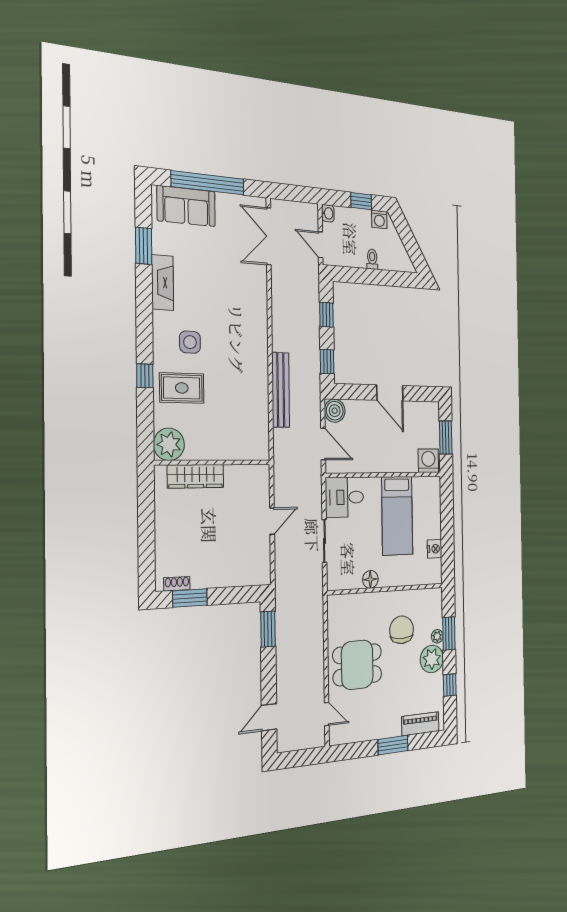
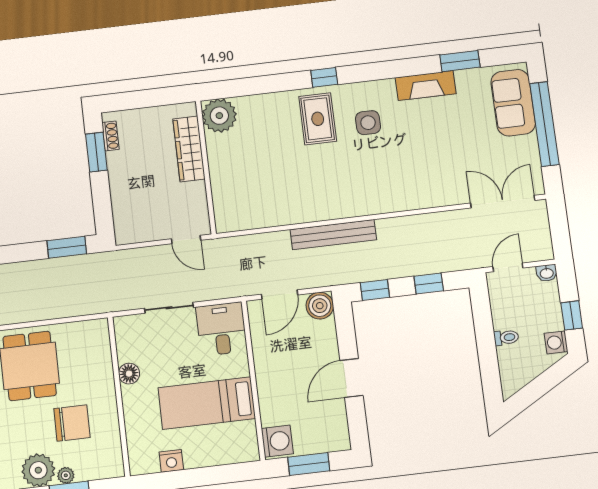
plant: (169, 444) -> (219, 116), moved
wall: (213, 463) -> (206, 167), moved
wardrobe: (196, 476) -> (189, 149), moved

